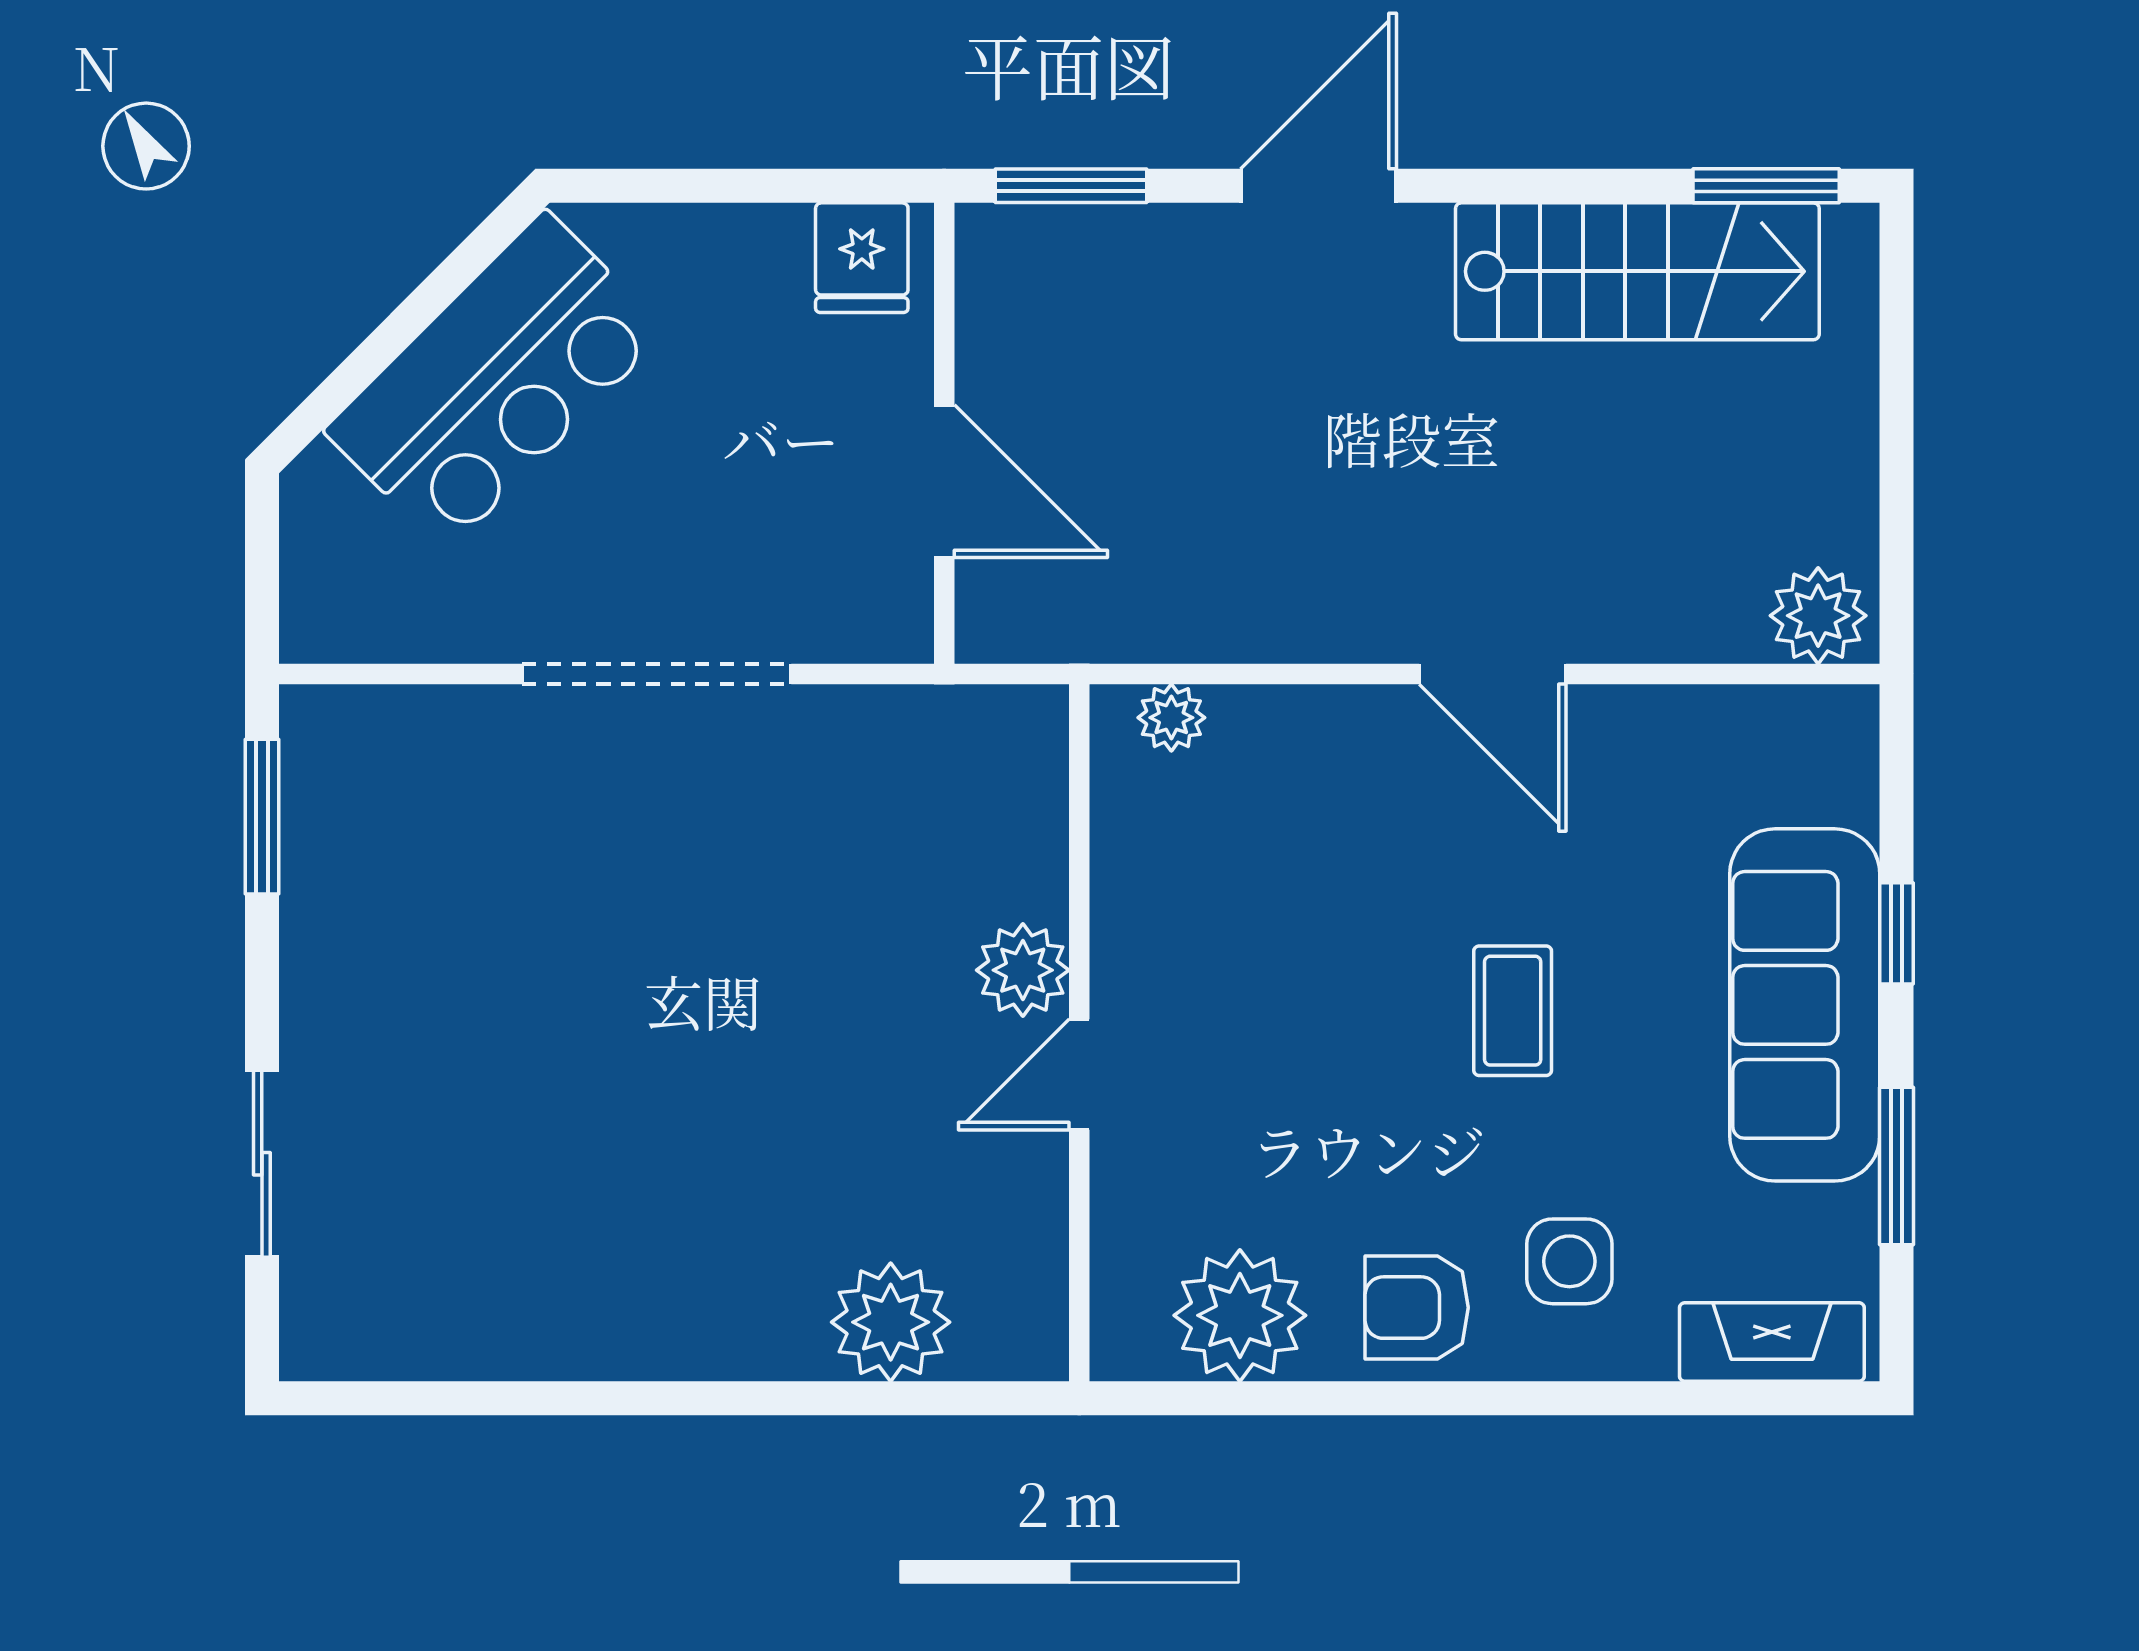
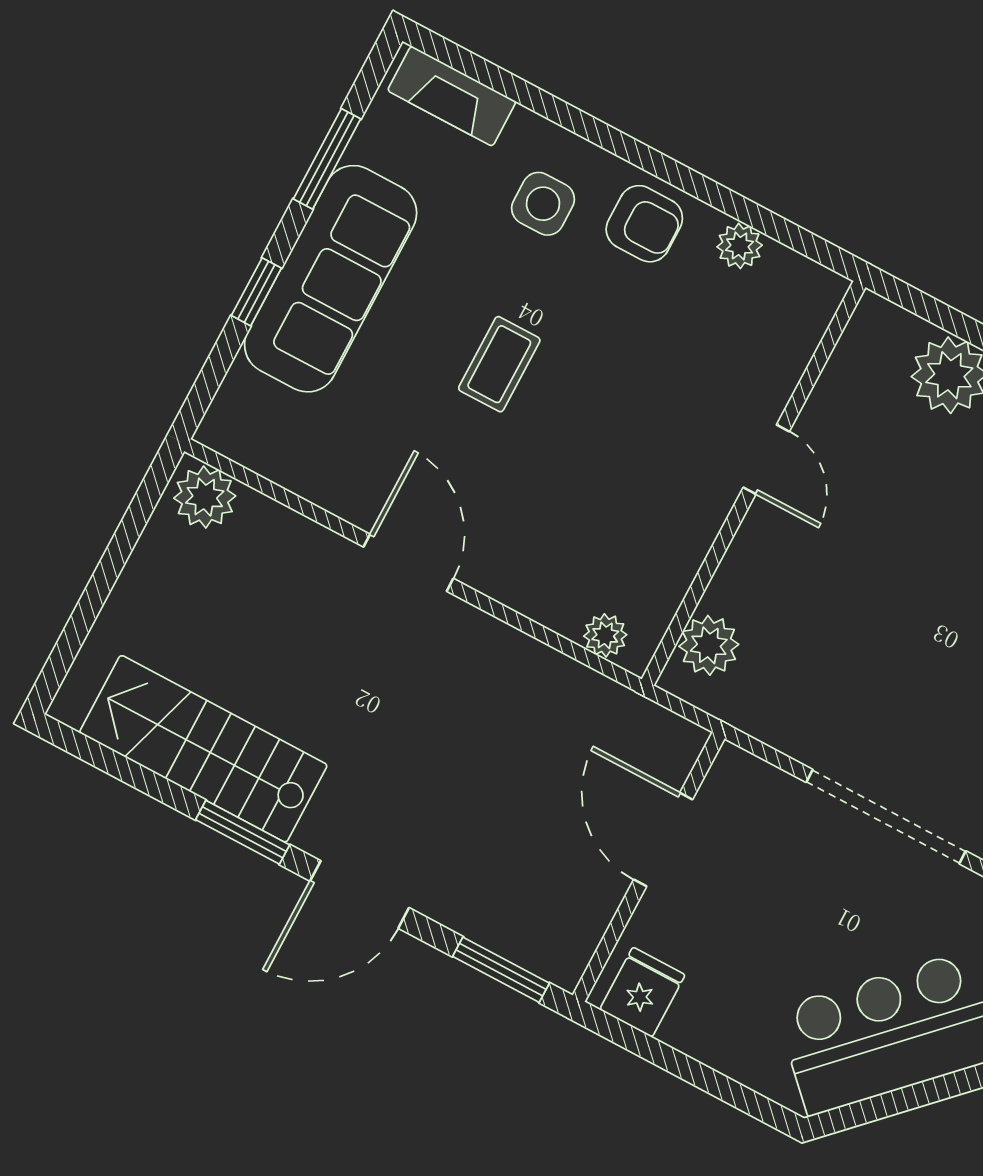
window: (1766, 186) -> (243, 832), moved
plant: (1023, 970) -> (709, 645), moved
door: (1079, 1074) -> (766, 459), hinge flipped
plant: (1240, 1315) -> (740, 246), width x0.53, depth x0.53

